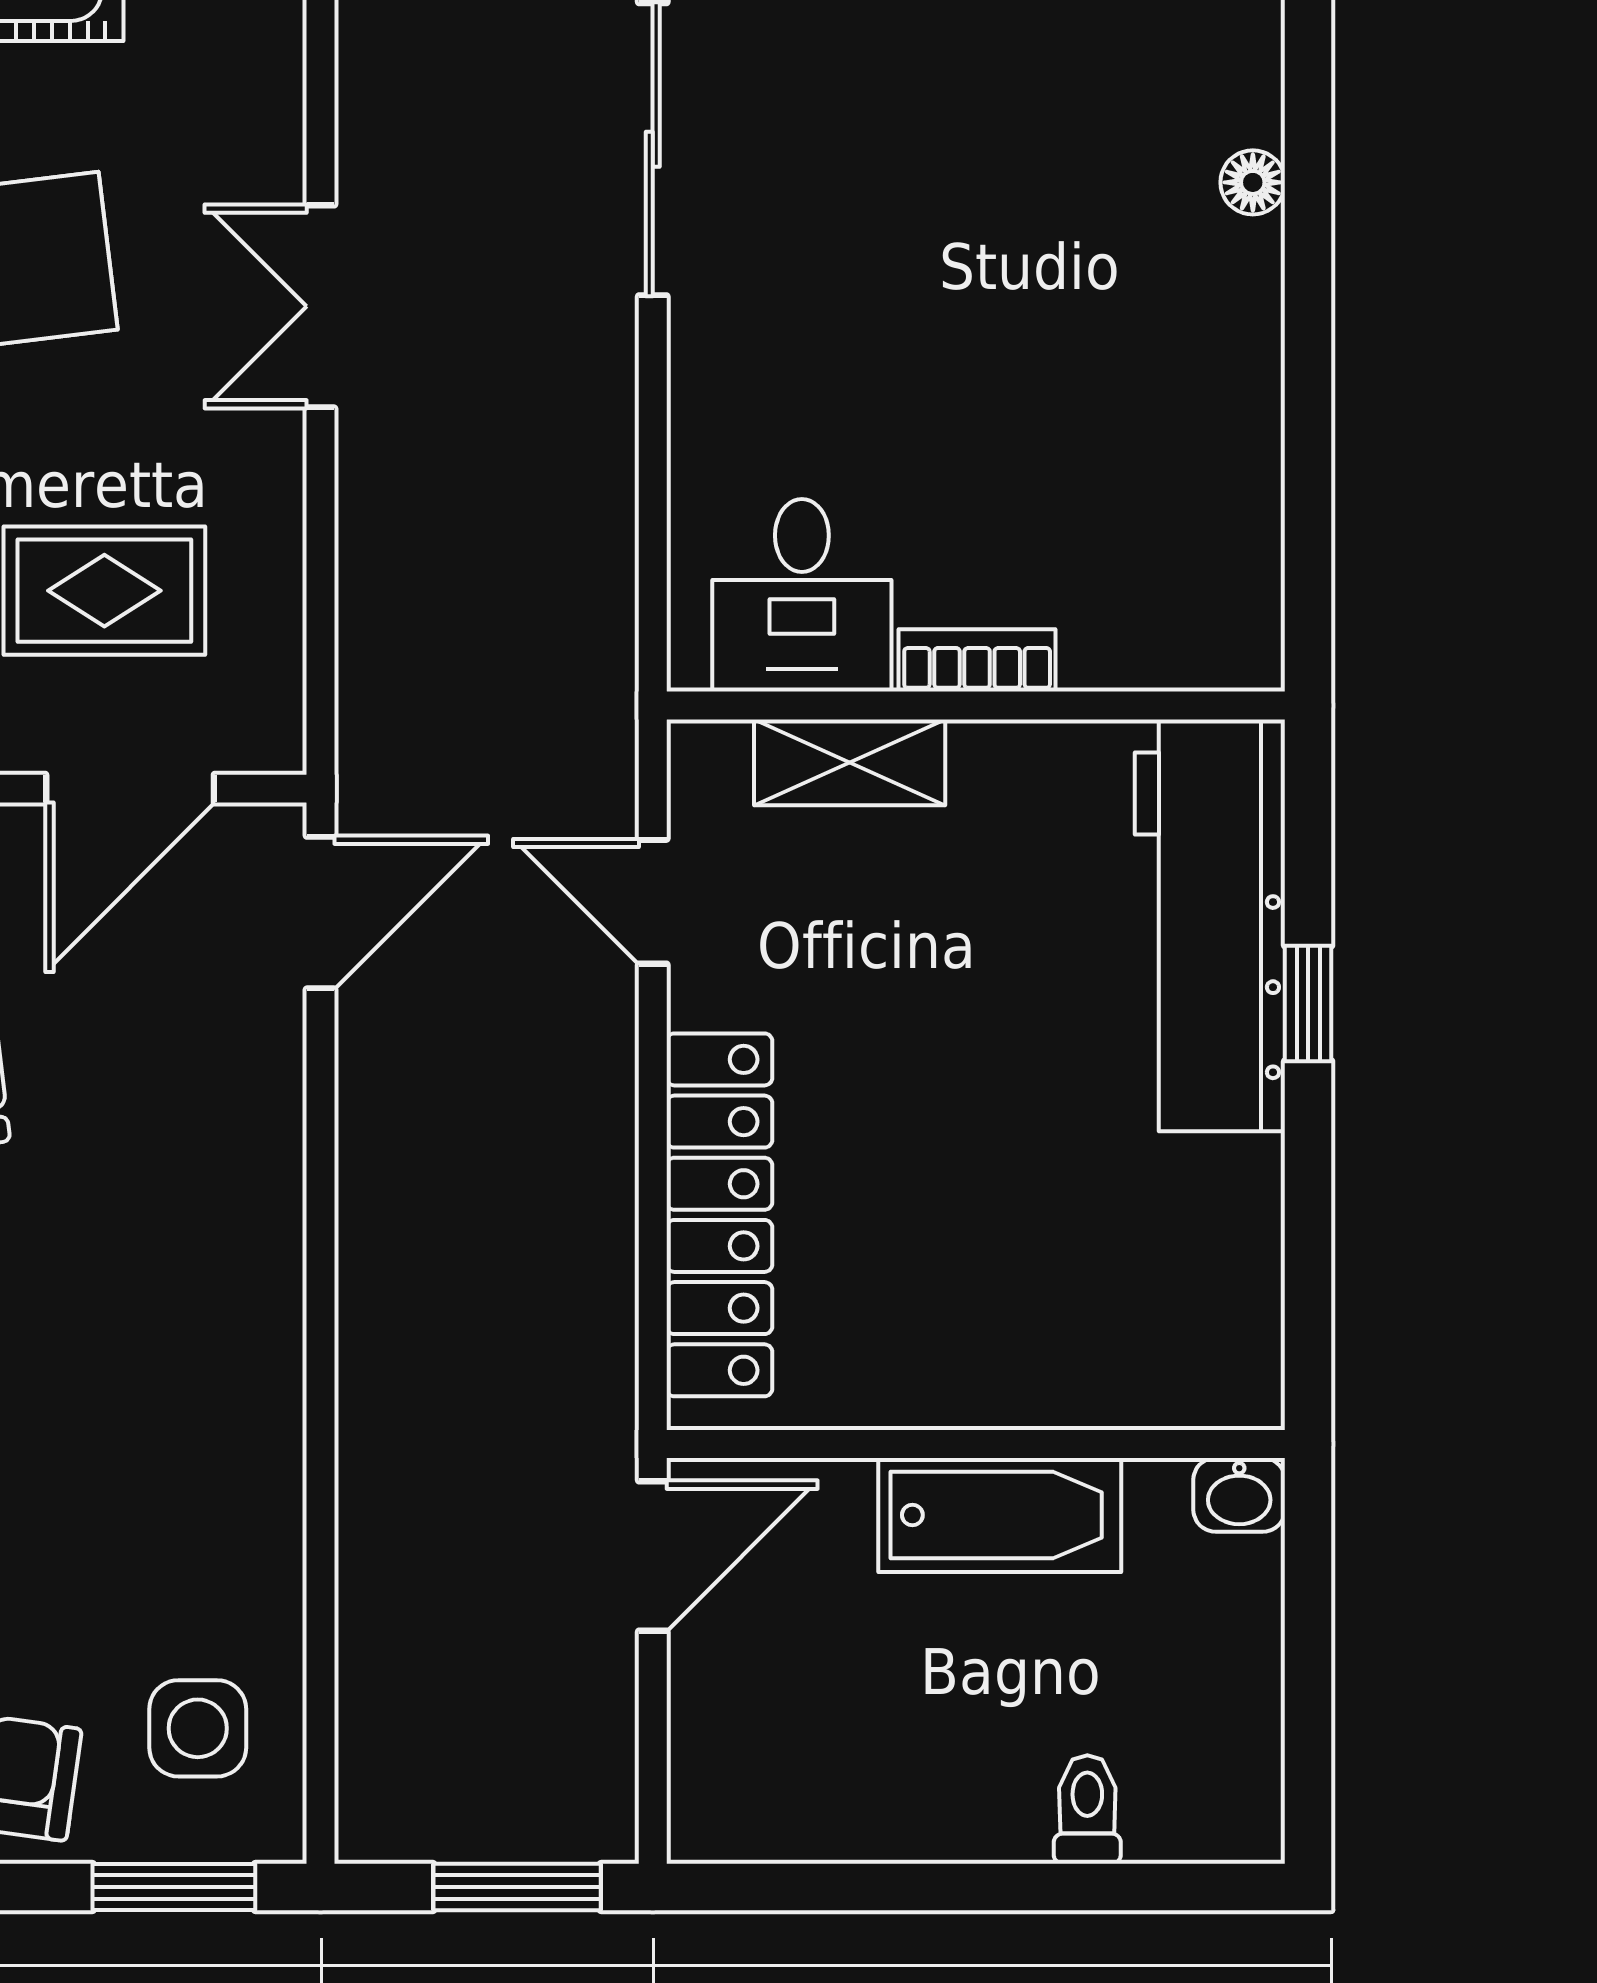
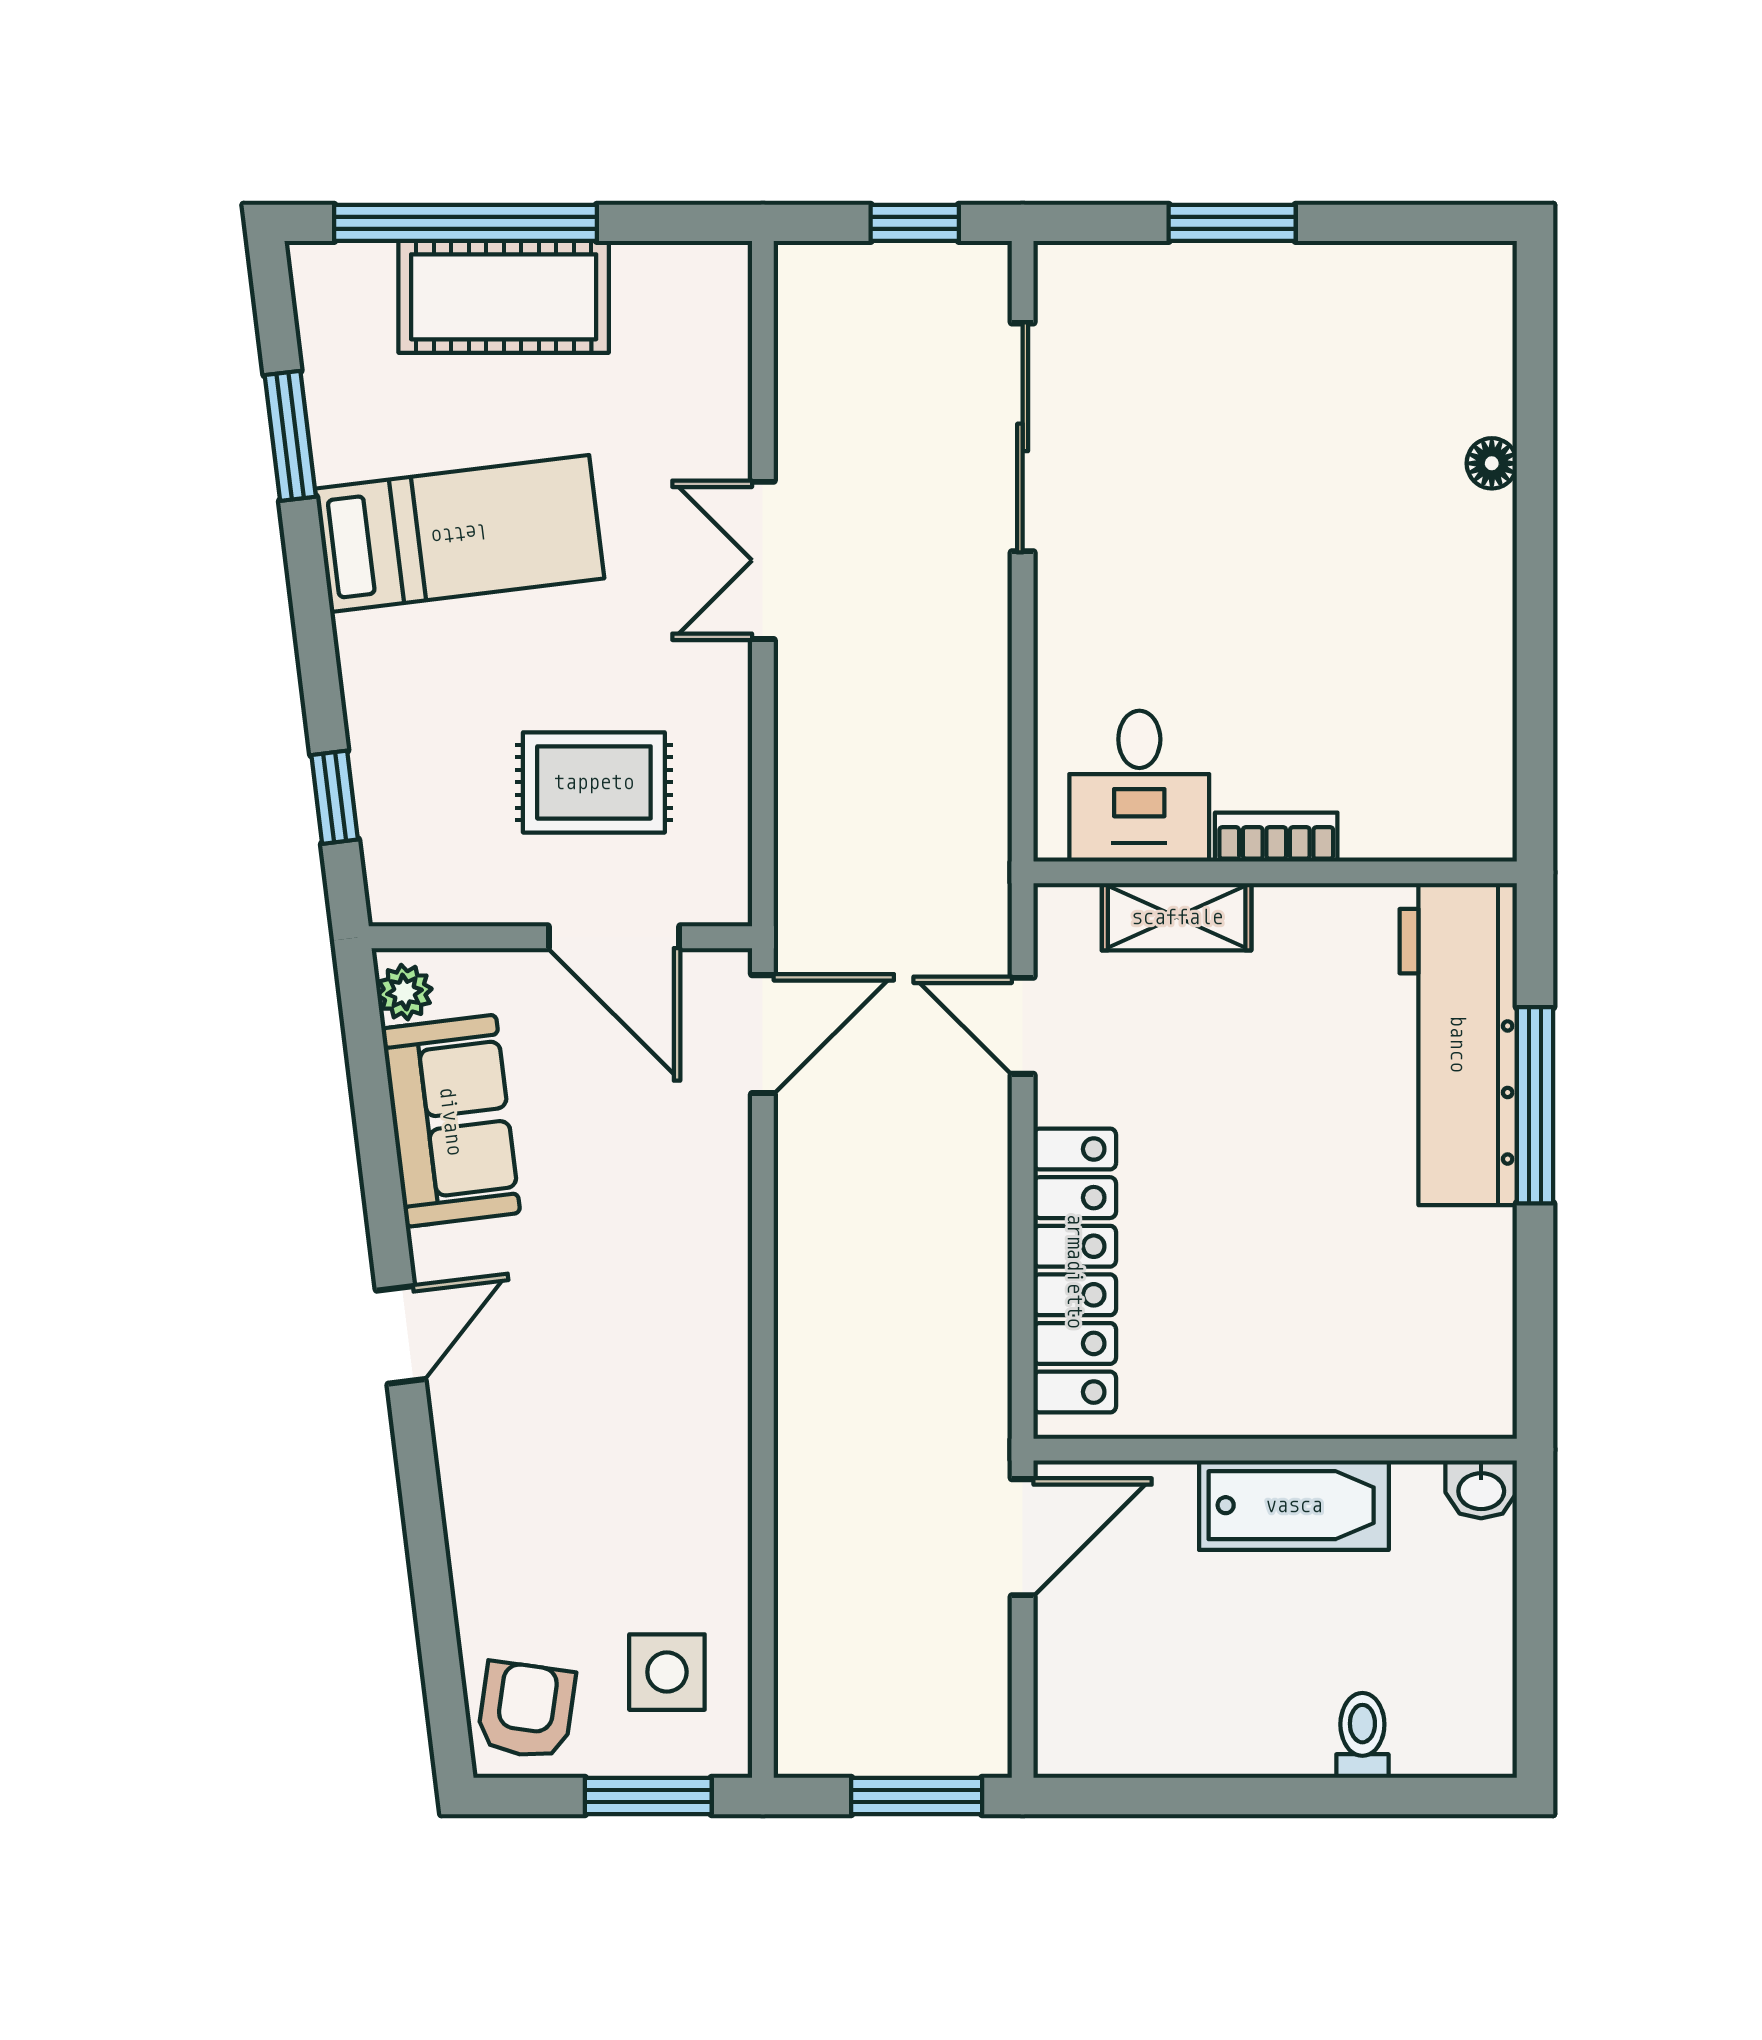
door: (130, 789) -> (614, 937), hinge flipped
window: (1308, 1003) -> (1535, 1105), width x2.17

